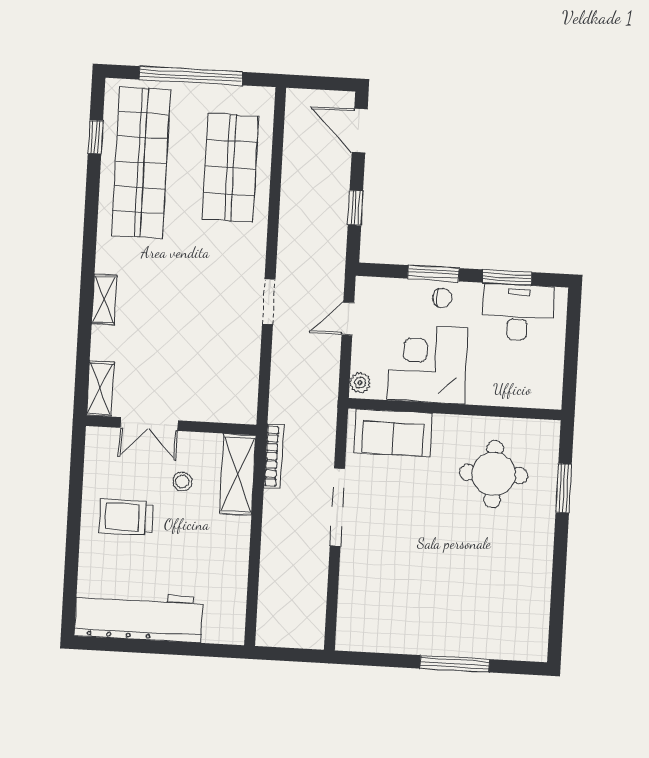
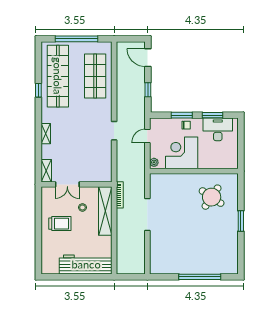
window: (95, 137) -> (38, 90), moved
sofa: (393, 433) -> (169, 182), removed
shelving: (238, 474) -> (105, 211), width x1.47
round table: (494, 474) -> (212, 197), turned 34
window: (564, 488) -> (241, 221), moved
trolley: (126, 517) -> (60, 224), turned 180
workbench: (139, 616) -> (86, 264), moved
window: (455, 664) -> (200, 277), width x1.46

